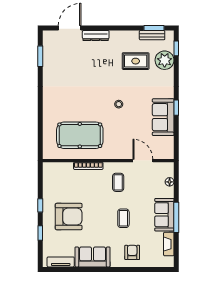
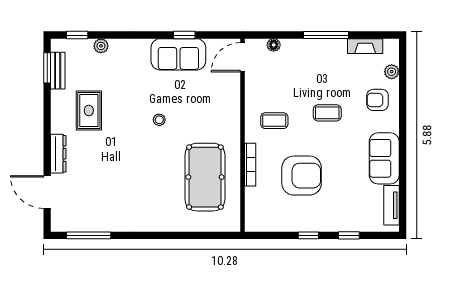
window: (40, 56) -> (89, 235), width x1.44
plant: (165, 60) -> (101, 46), width x0.53, depth x0.53
rug: (136, 61) -> (89, 110), moved
window: (176, 108) -> (184, 35), moved
door: (143, 161) -> (242, 57), moved
sofa: (164, 215) -> (322, 53), removed
armchair: (69, 217) -> (302, 176), moved, turned 90
plant: (151, 262) -> (392, 72), added

